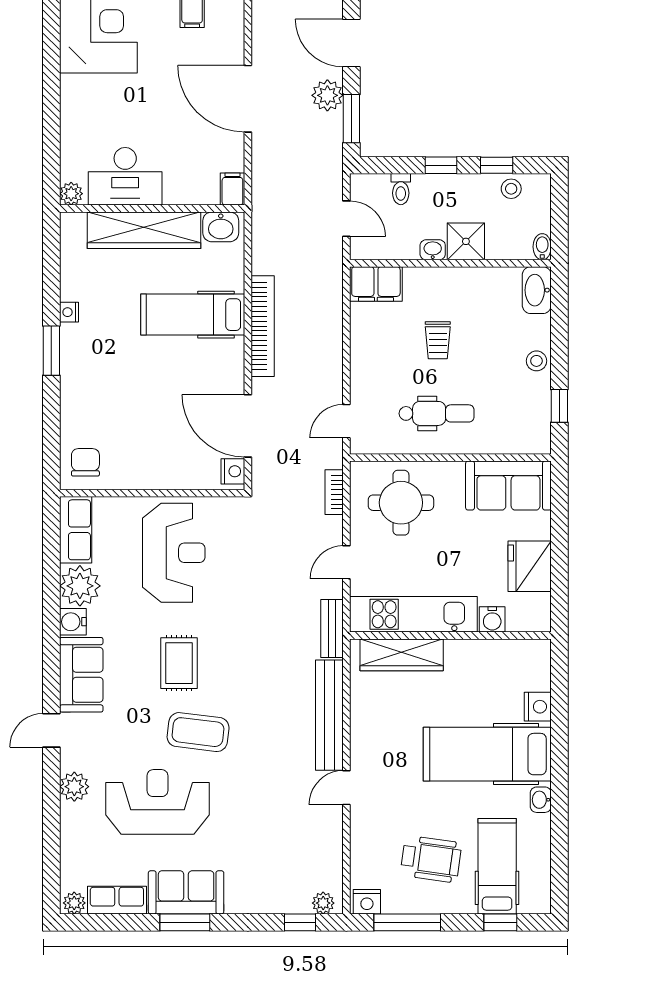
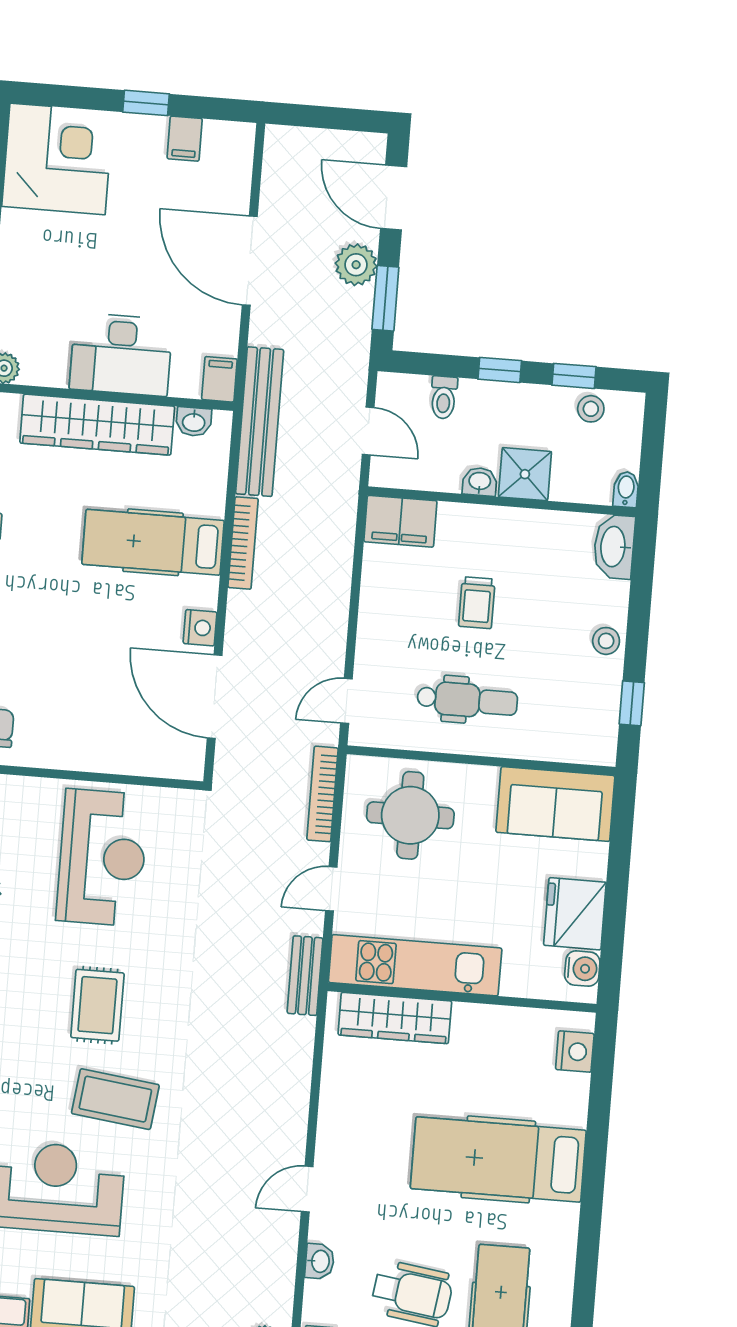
desk: (125, 176) -> (121, 354), moved
washbasin: (221, 227) -> (194, 422), width x0.72, depth x0.69
bookcase: (263, 326) -> (243, 543), width x0.68, depth x0.76
nightstand: (233, 471) -> (200, 628), moved
bookcase: (334, 492) -> (322, 794), width x1.56
water cooler: (492, 619) -> (582, 969), moved, turned -90
nightstand: (538, 707) -> (575, 1052), moved
bench: (329, 715) -> (260, 422), moved
washbasin: (541, 800) -> (320, 1261), moved, turned 180

